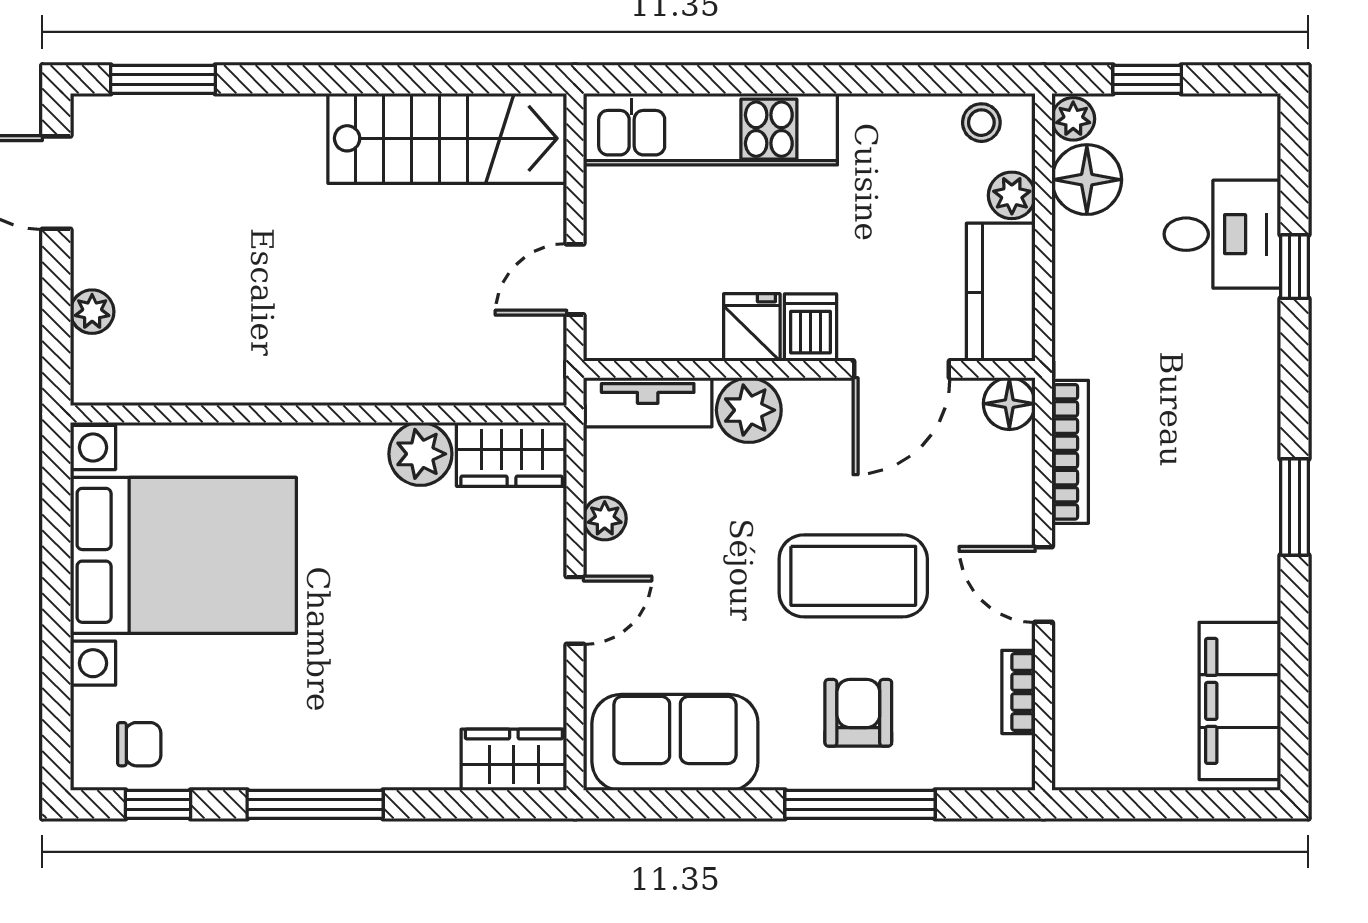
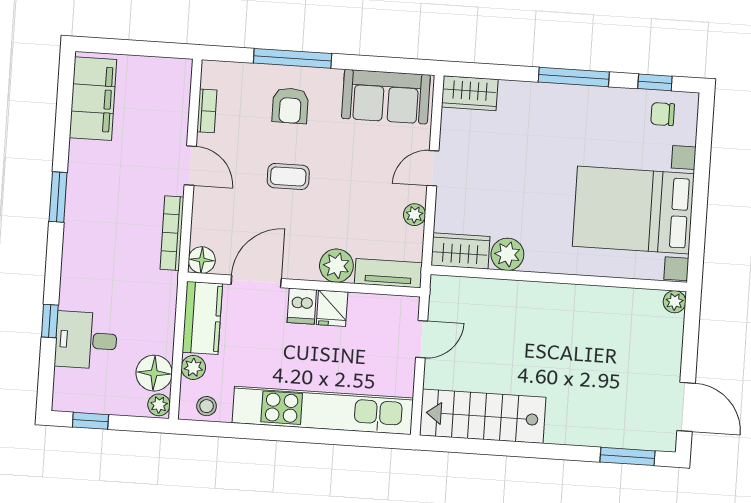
window: (1147, 79) -> (90, 421), moved
kitchen unit: (710, 129) -> (323, 410), width x1.36
plant: (92, 312) -> (675, 302), moved
coffee table: (853, 576) -> (288, 176), width x0.54, depth x0.58

